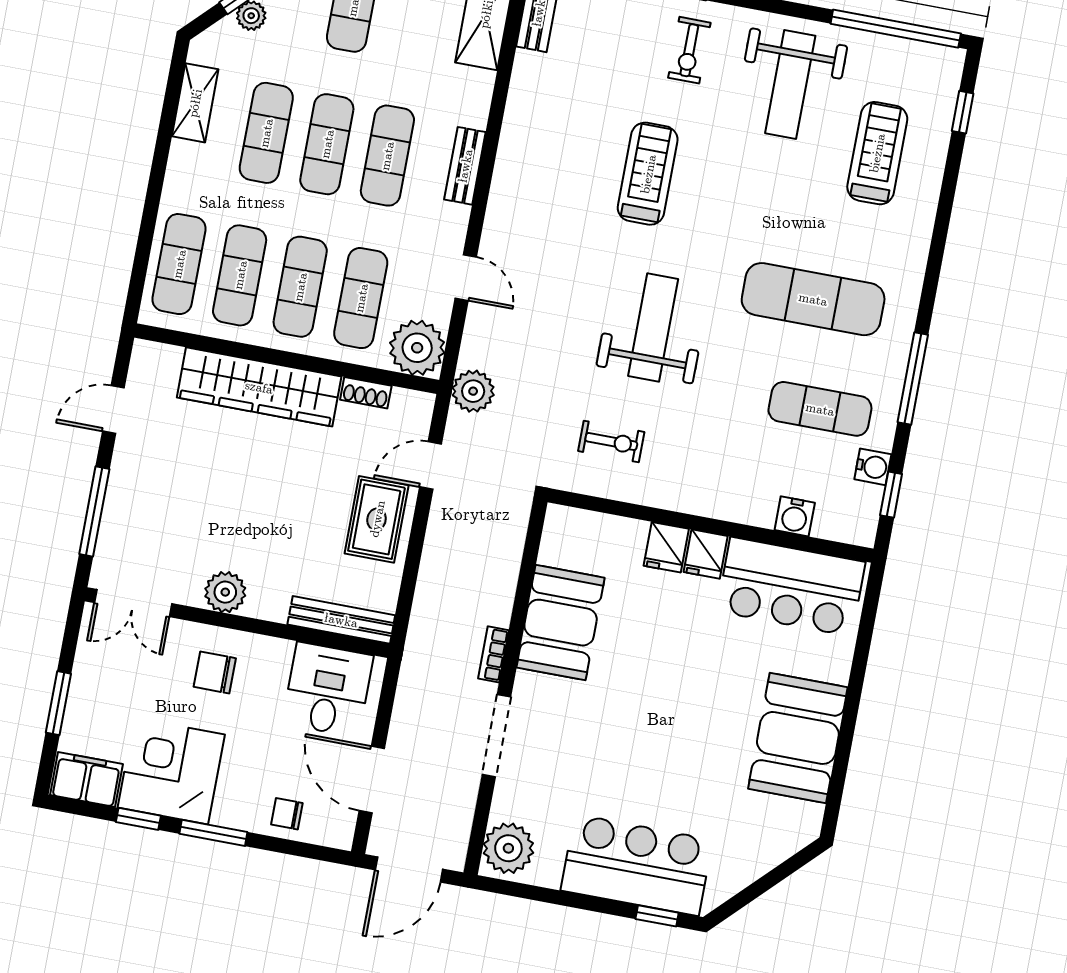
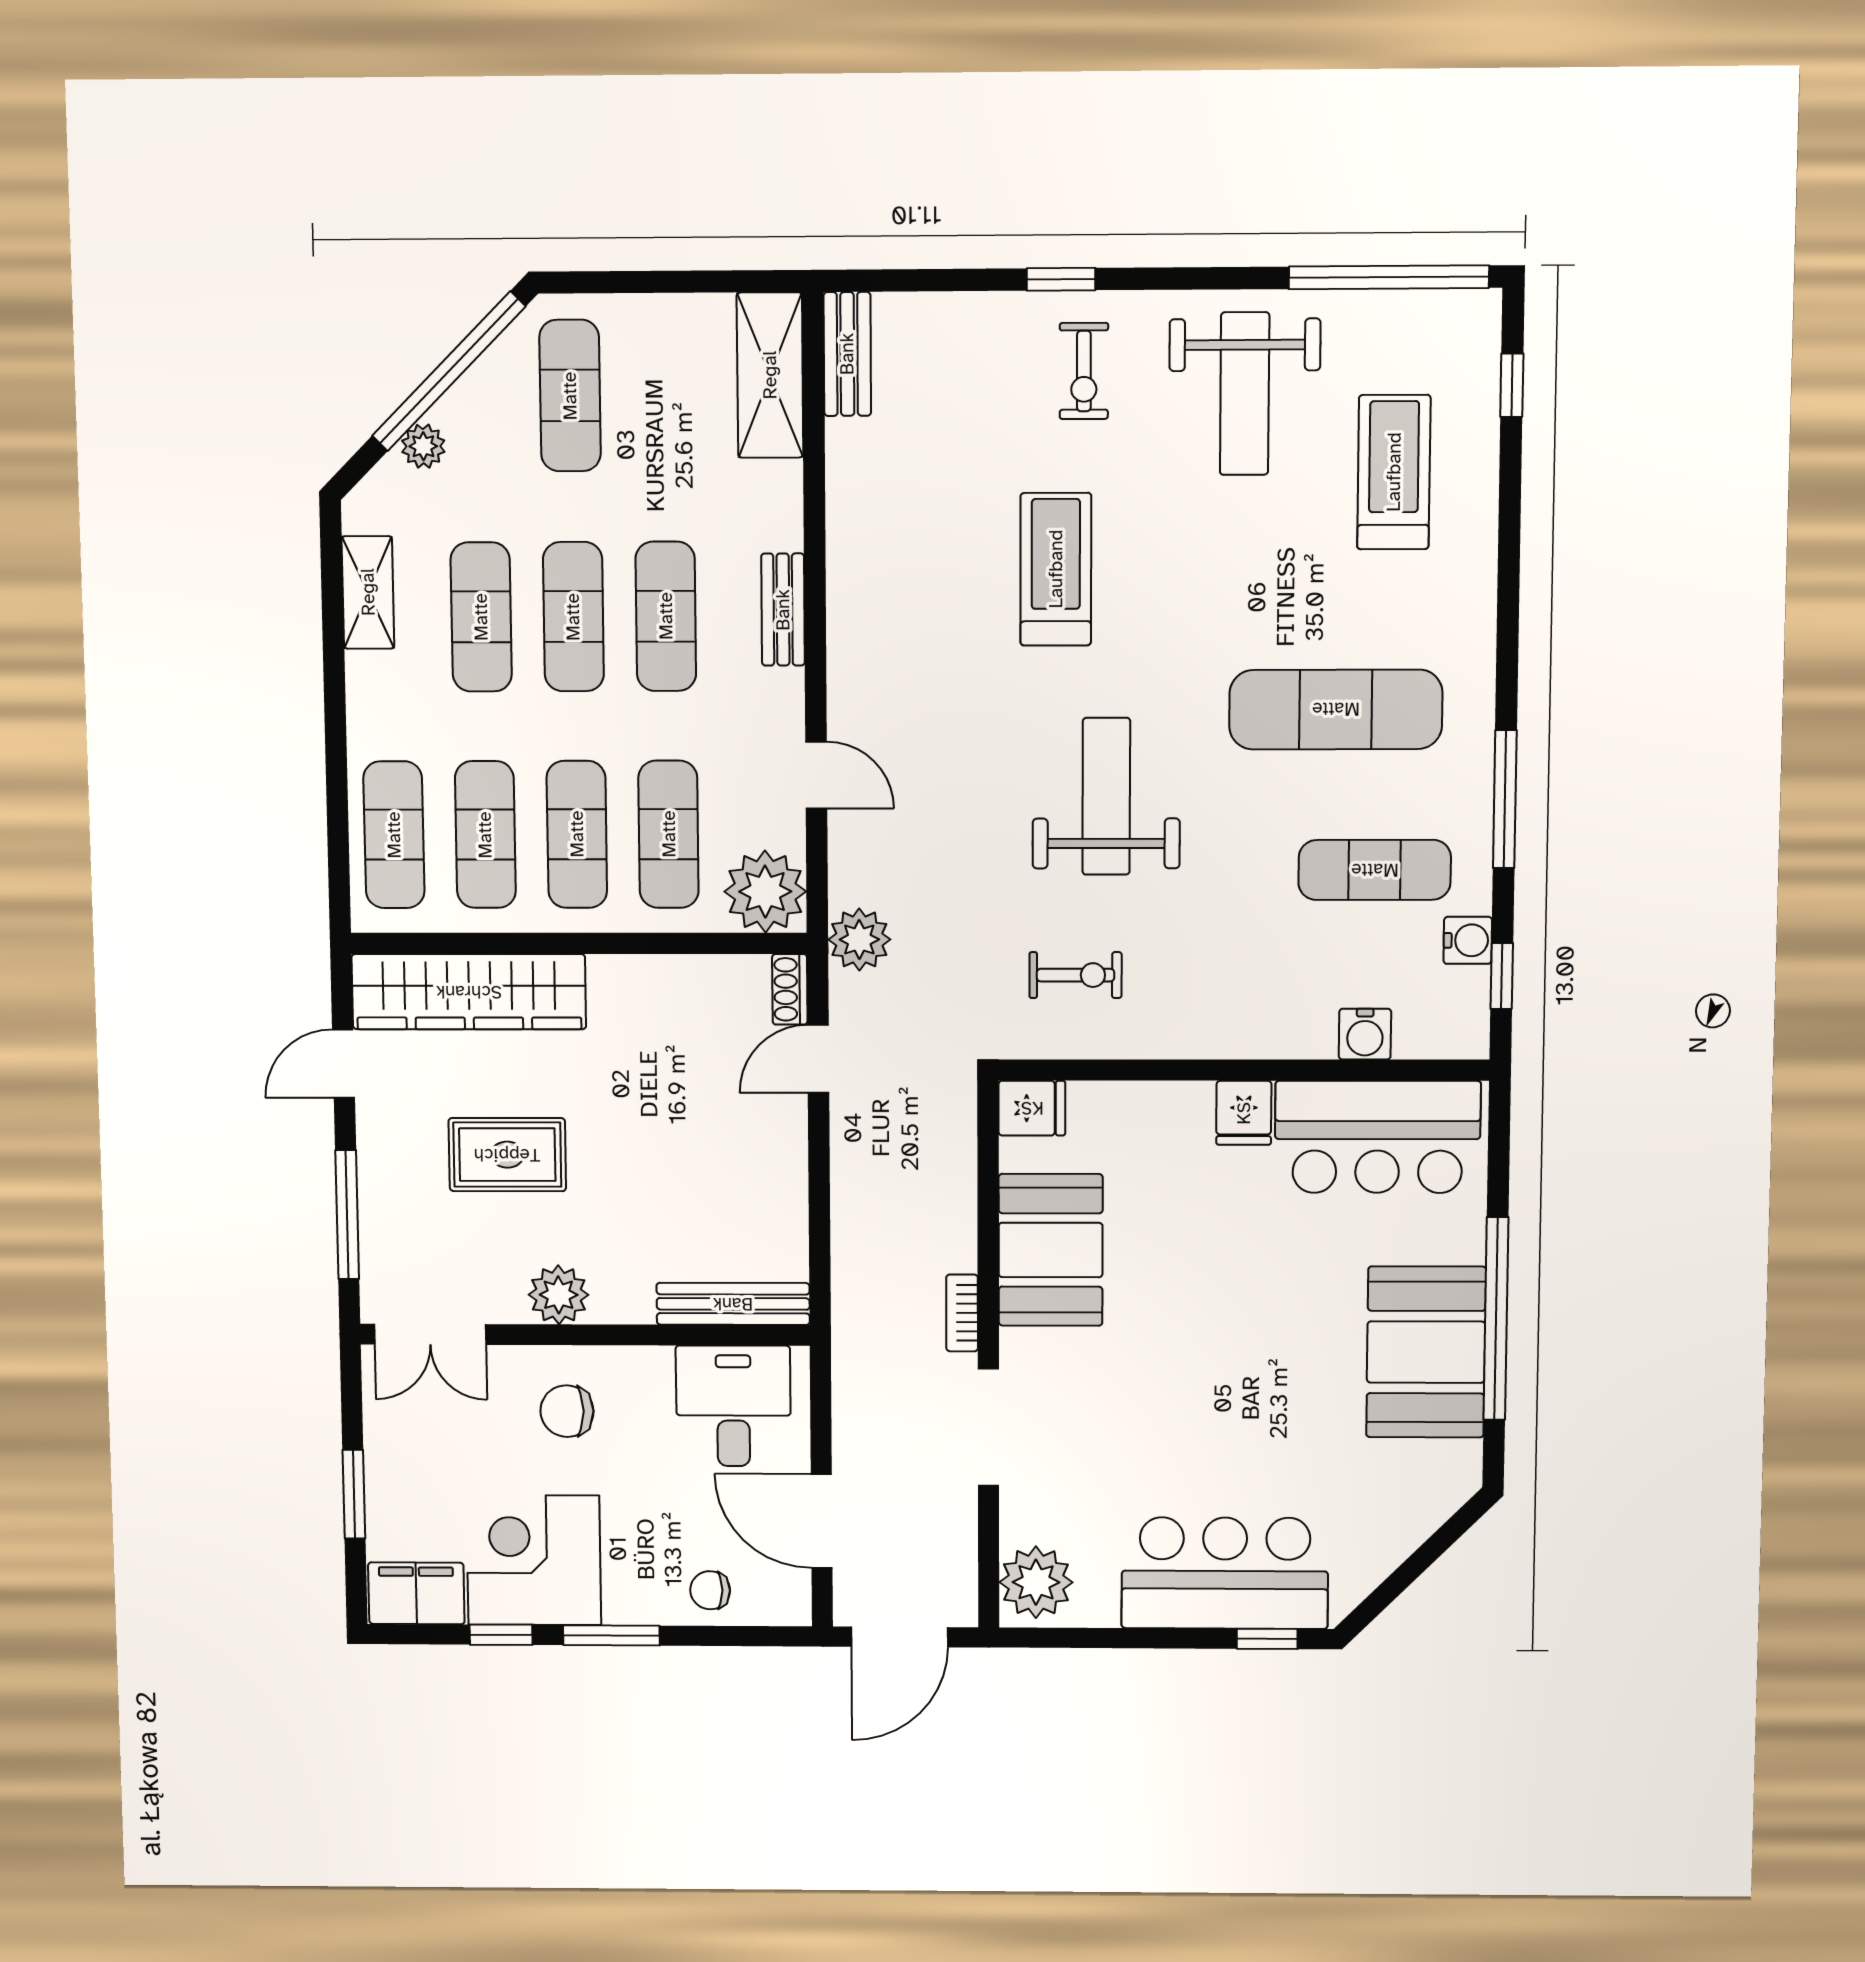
wardrobe: (259, 387) -> (469, 992), moved
shoe rack: (366, 393) -> (790, 989), moved, turned 90
rug: (377, 519) -> (507, 1155), moved, turned 90
fridge: (666, 547) -> (1032, 1108), moved, turned -90
window: (848, 724) -> (1496, 1319), added

